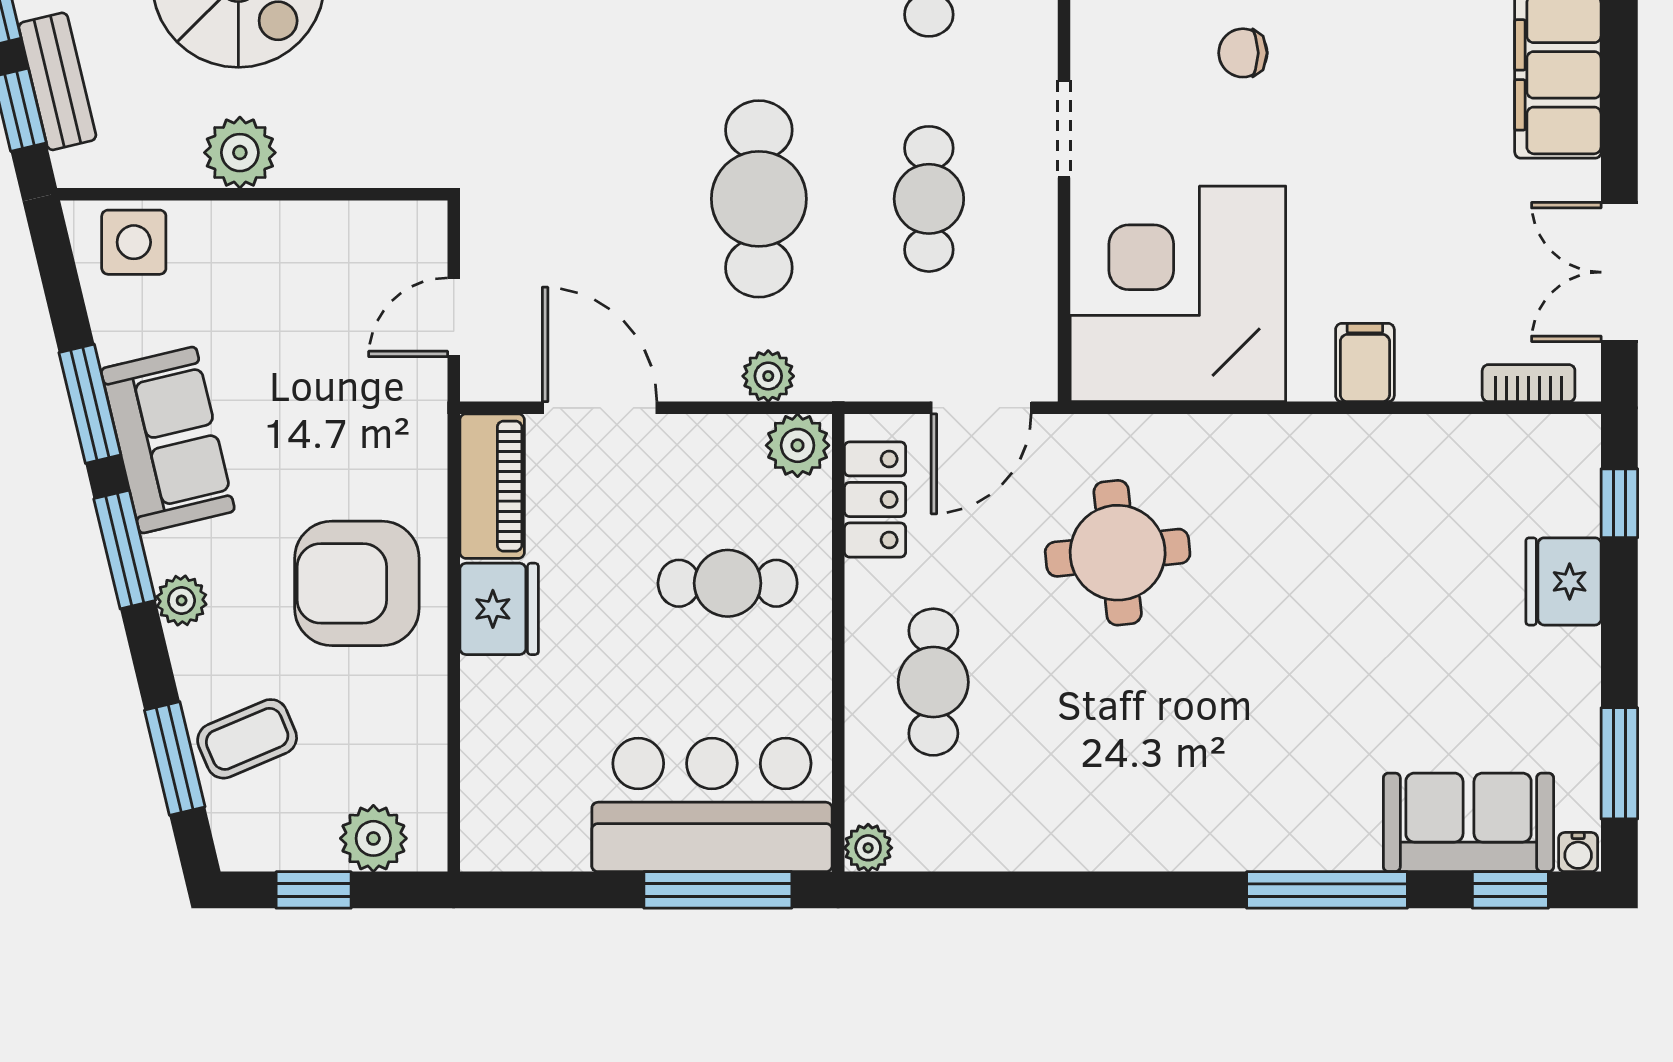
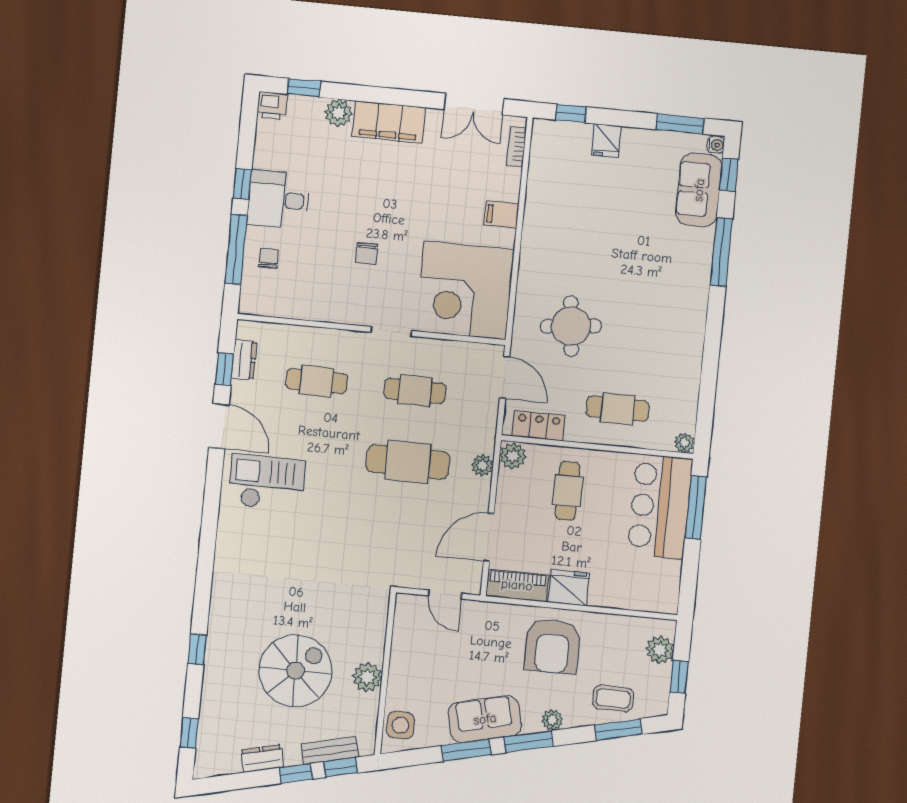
fridge: (1563, 581) -> (607, 141), width x0.72
coffee table: (247, 739) -> (613, 698), turned -67

